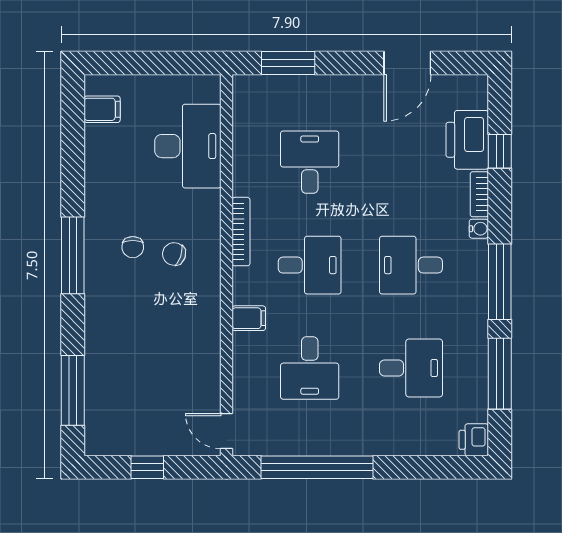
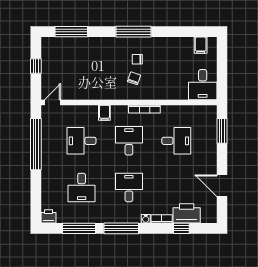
desk: (188, 146) -> (203, 85), moved, width x0.73
desk: (310, 265) -> (129, 141), turned 180

